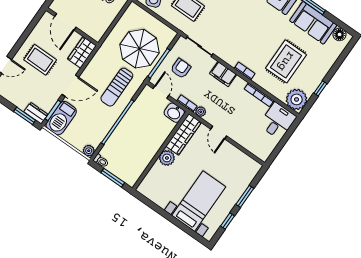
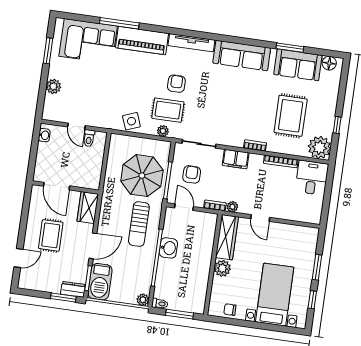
plant: (175, 21) -> (163, 131), added
rug: (40, 60) -> (51, 235), turned 90
washbasin: (174, 113) -> (168, 248), moved, turned -90
chair: (156, 195) -> (230, 310), added

